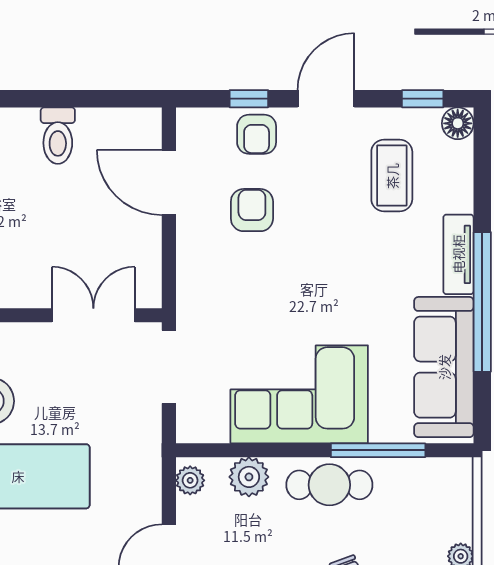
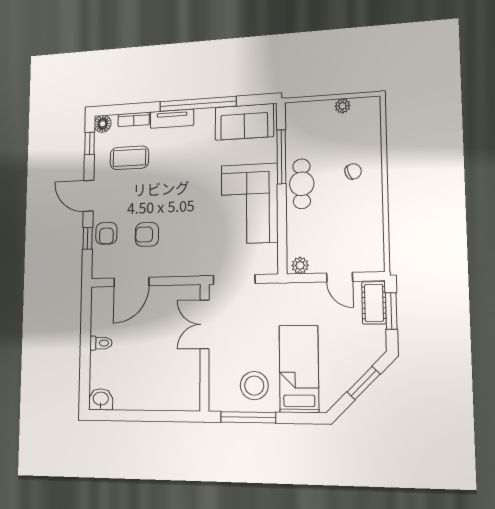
armchair: (257, 134) -> (106, 233), turned 90
toilet: (58, 136) -> (101, 343), width x0.73, depth x0.72
bookcase: (462, 183) -> (134, 119), added
sofa: (444, 367) -> (244, 122), width x0.73
plant: (249, 477) -> (298, 231), removed

